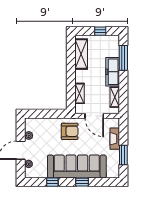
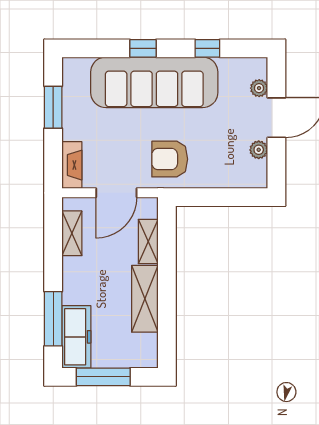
window: (100, 31) -> (103, 377), width x2.17
shelving: (81, 54) -> (145, 299), moved
freezer: (113, 72) -> (76, 337), moved
door: (94, 116) -> (116, 193), swing flipped
fireplace: (115, 139) -> (72, 165), moved

